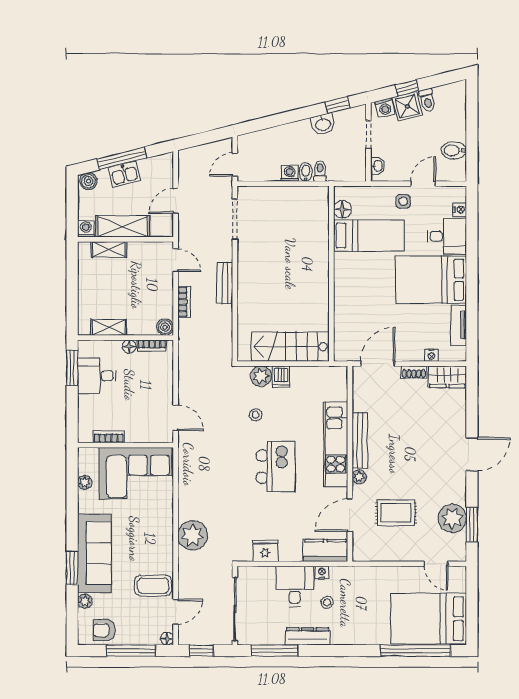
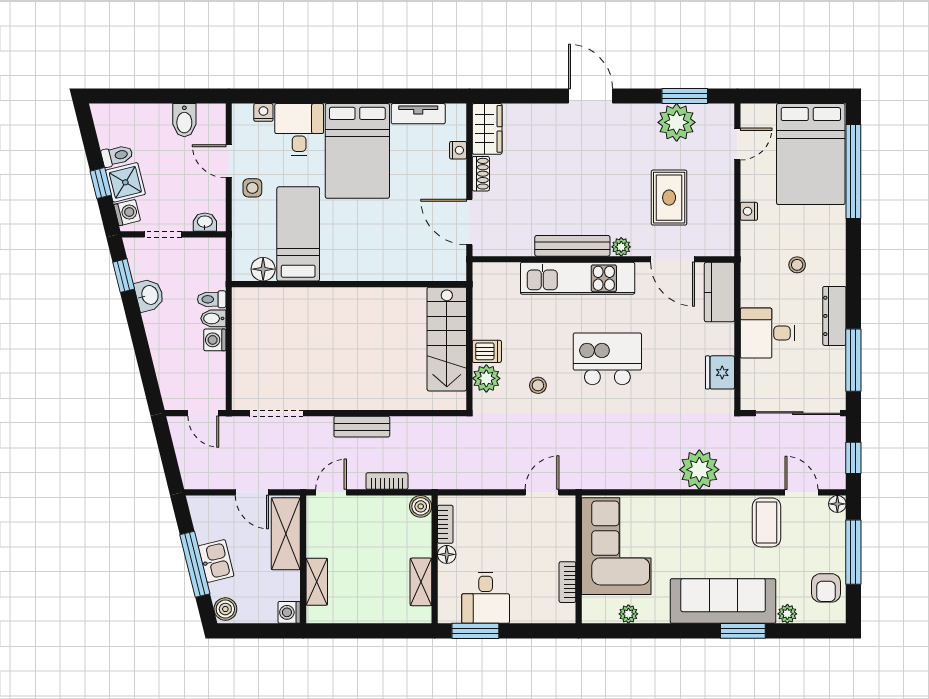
shelving: (123, 226) -> (286, 534), moved
nightstand: (322, 572) -> (749, 211), moved
stool: (327, 602) -> (797, 265), moved

